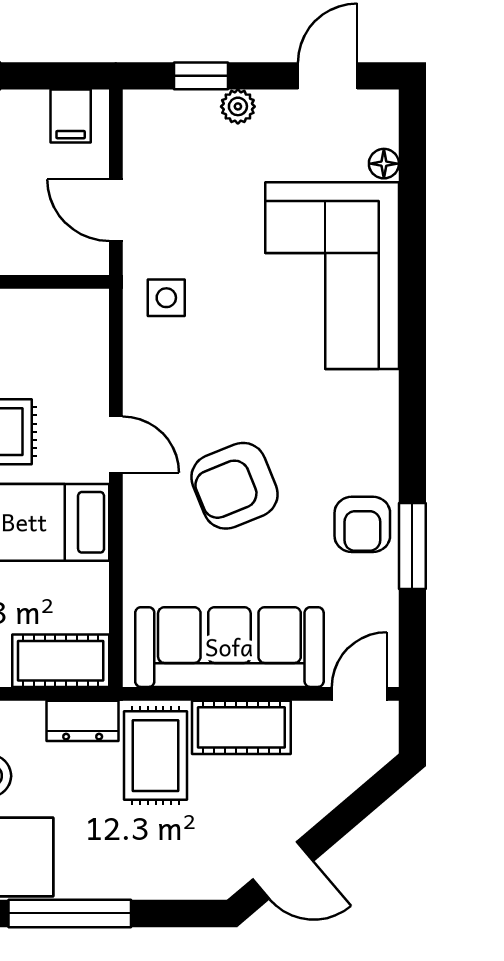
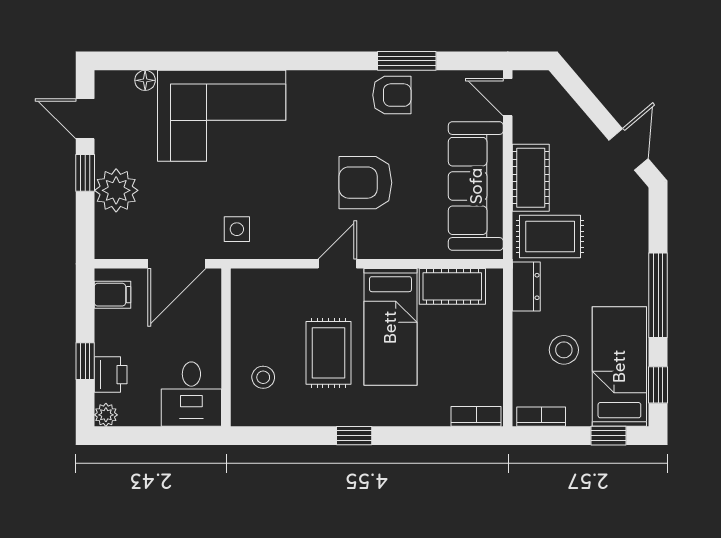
window: (201, 76) -> (85, 173), moved
plant: (238, 106) -> (116, 190), width x1.87, depth x1.87
door: (116, 210) -> (177, 264), width x1.38
armchair: (234, 486) -> (365, 183), turned 112
cot: (61, 661) -> (452, 286), moved, turned 90

